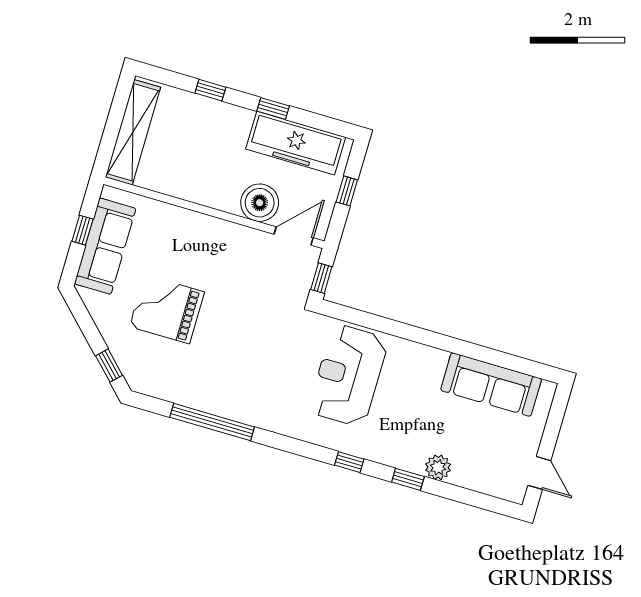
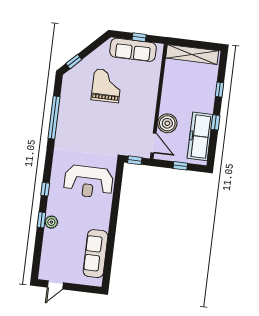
reception desk: (348, 375) -> (88, 182), turned 180
plant: (438, 467) -> (51, 222), moved

